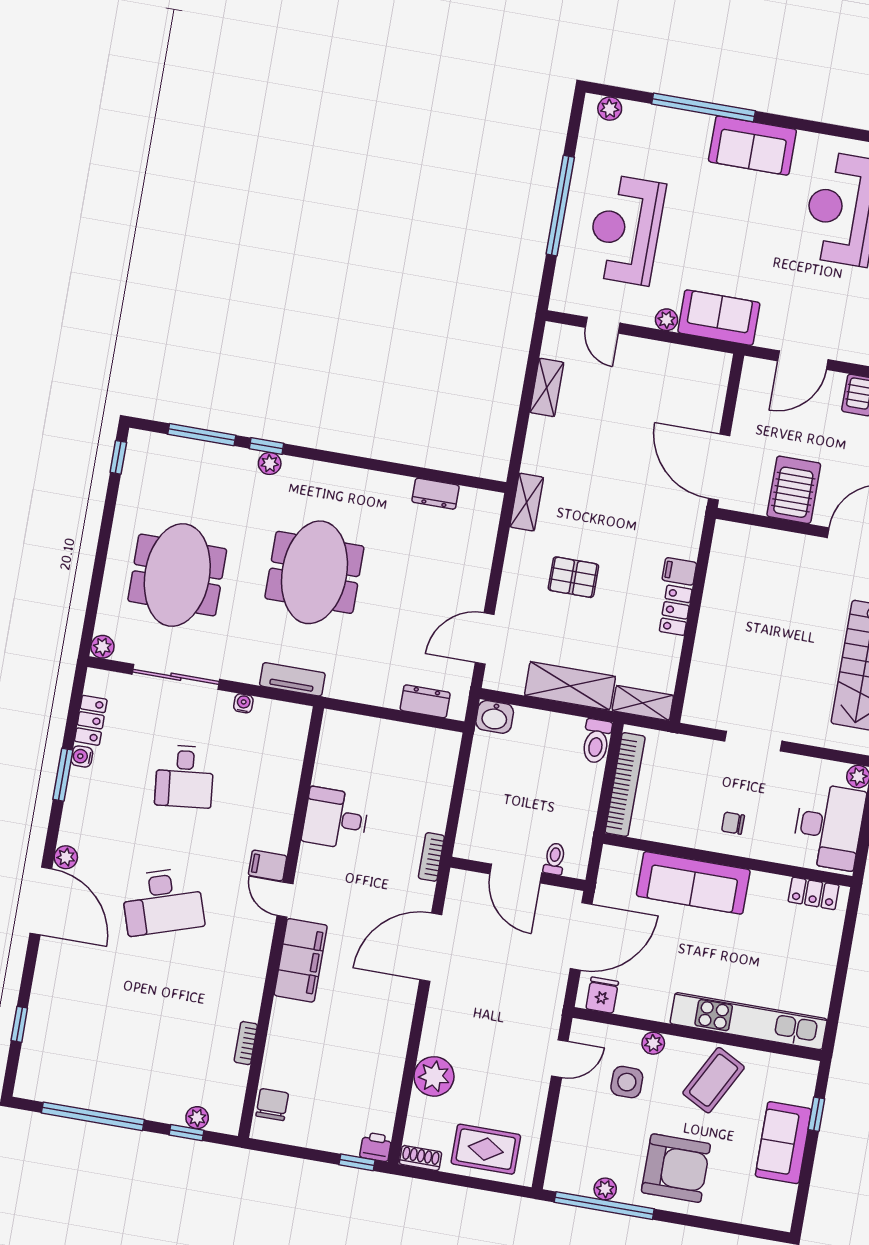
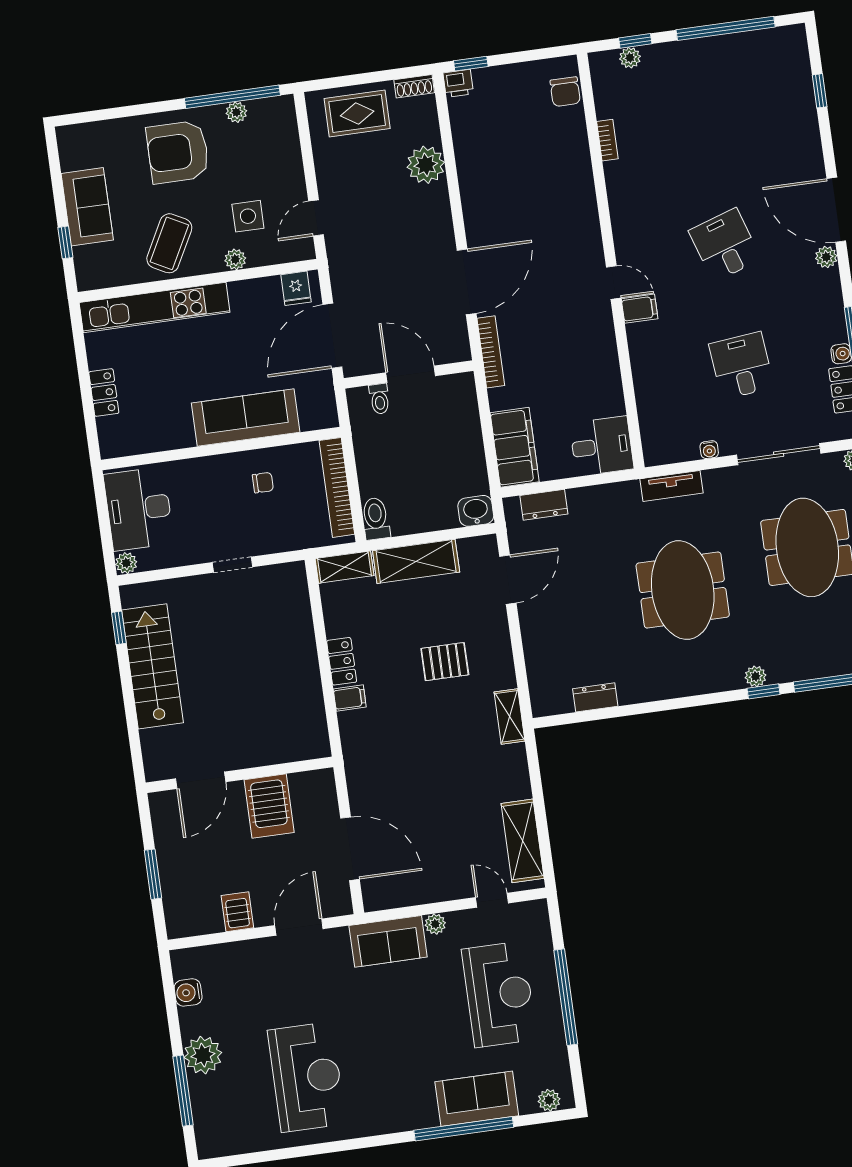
sofa: (752, 146) -> (477, 1099), moved
shelving: (547, 387) -> (523, 841), width x1.50, depth x1.33
door: (719, 467) -> (350, 849), moved
doorway: (753, 741) -> (232, 565), width x0.73
desk: (335, 819) -> (602, 446), moved
chair: (733, 823) -> (263, 483), moved
bookcase: (431, 857) -> (491, 352), width x1.56
locker: (814, 893) -> (104, 393), moved, turned 90
desk: (163, 901) -> (725, 245), width x0.73
filing cabinet: (301, 960) -> (515, 447), moved, turned 180

